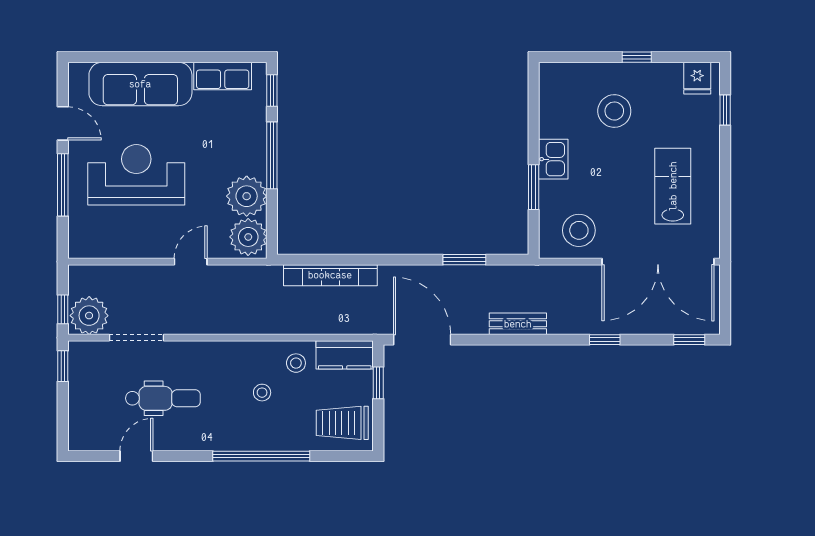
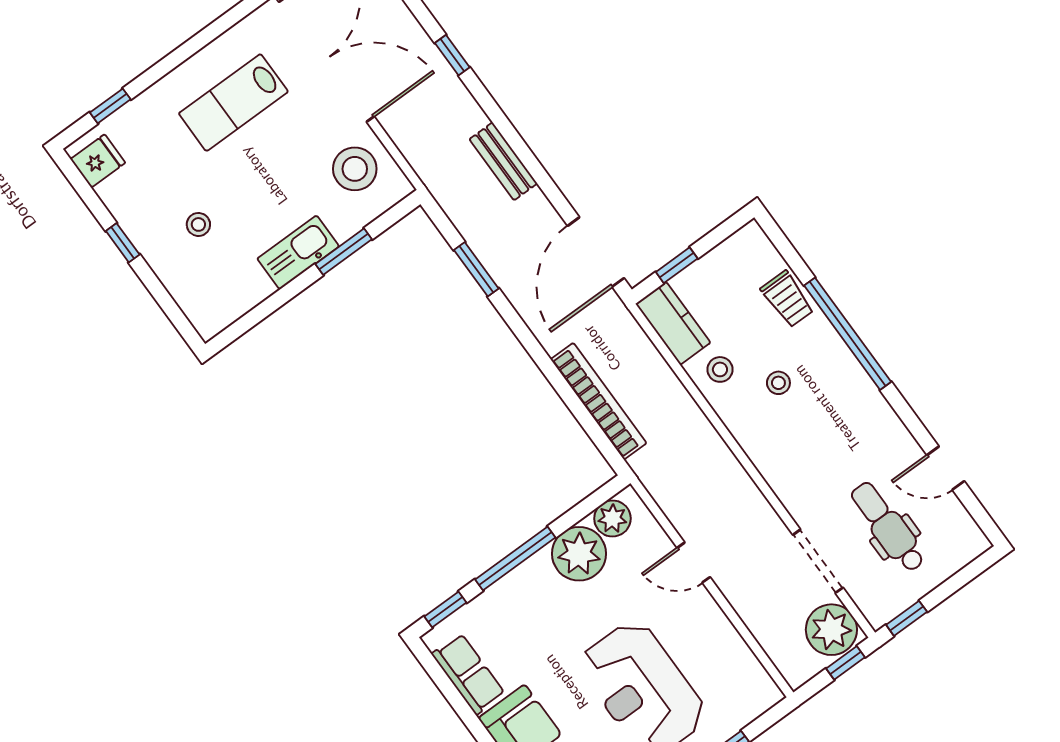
stool: (614, 111) -> (198, 224), width x0.53, depth x0.53
kitchen sink: (553, 159) -> (298, 252), width x1.38
plant: (248, 237) -> (612, 518), width x0.73, depth x0.73
dental chair: (163, 398) -> (888, 527), moved
trolley: (342, 423) -> (787, 299), moved, width x0.73, depth x0.72

